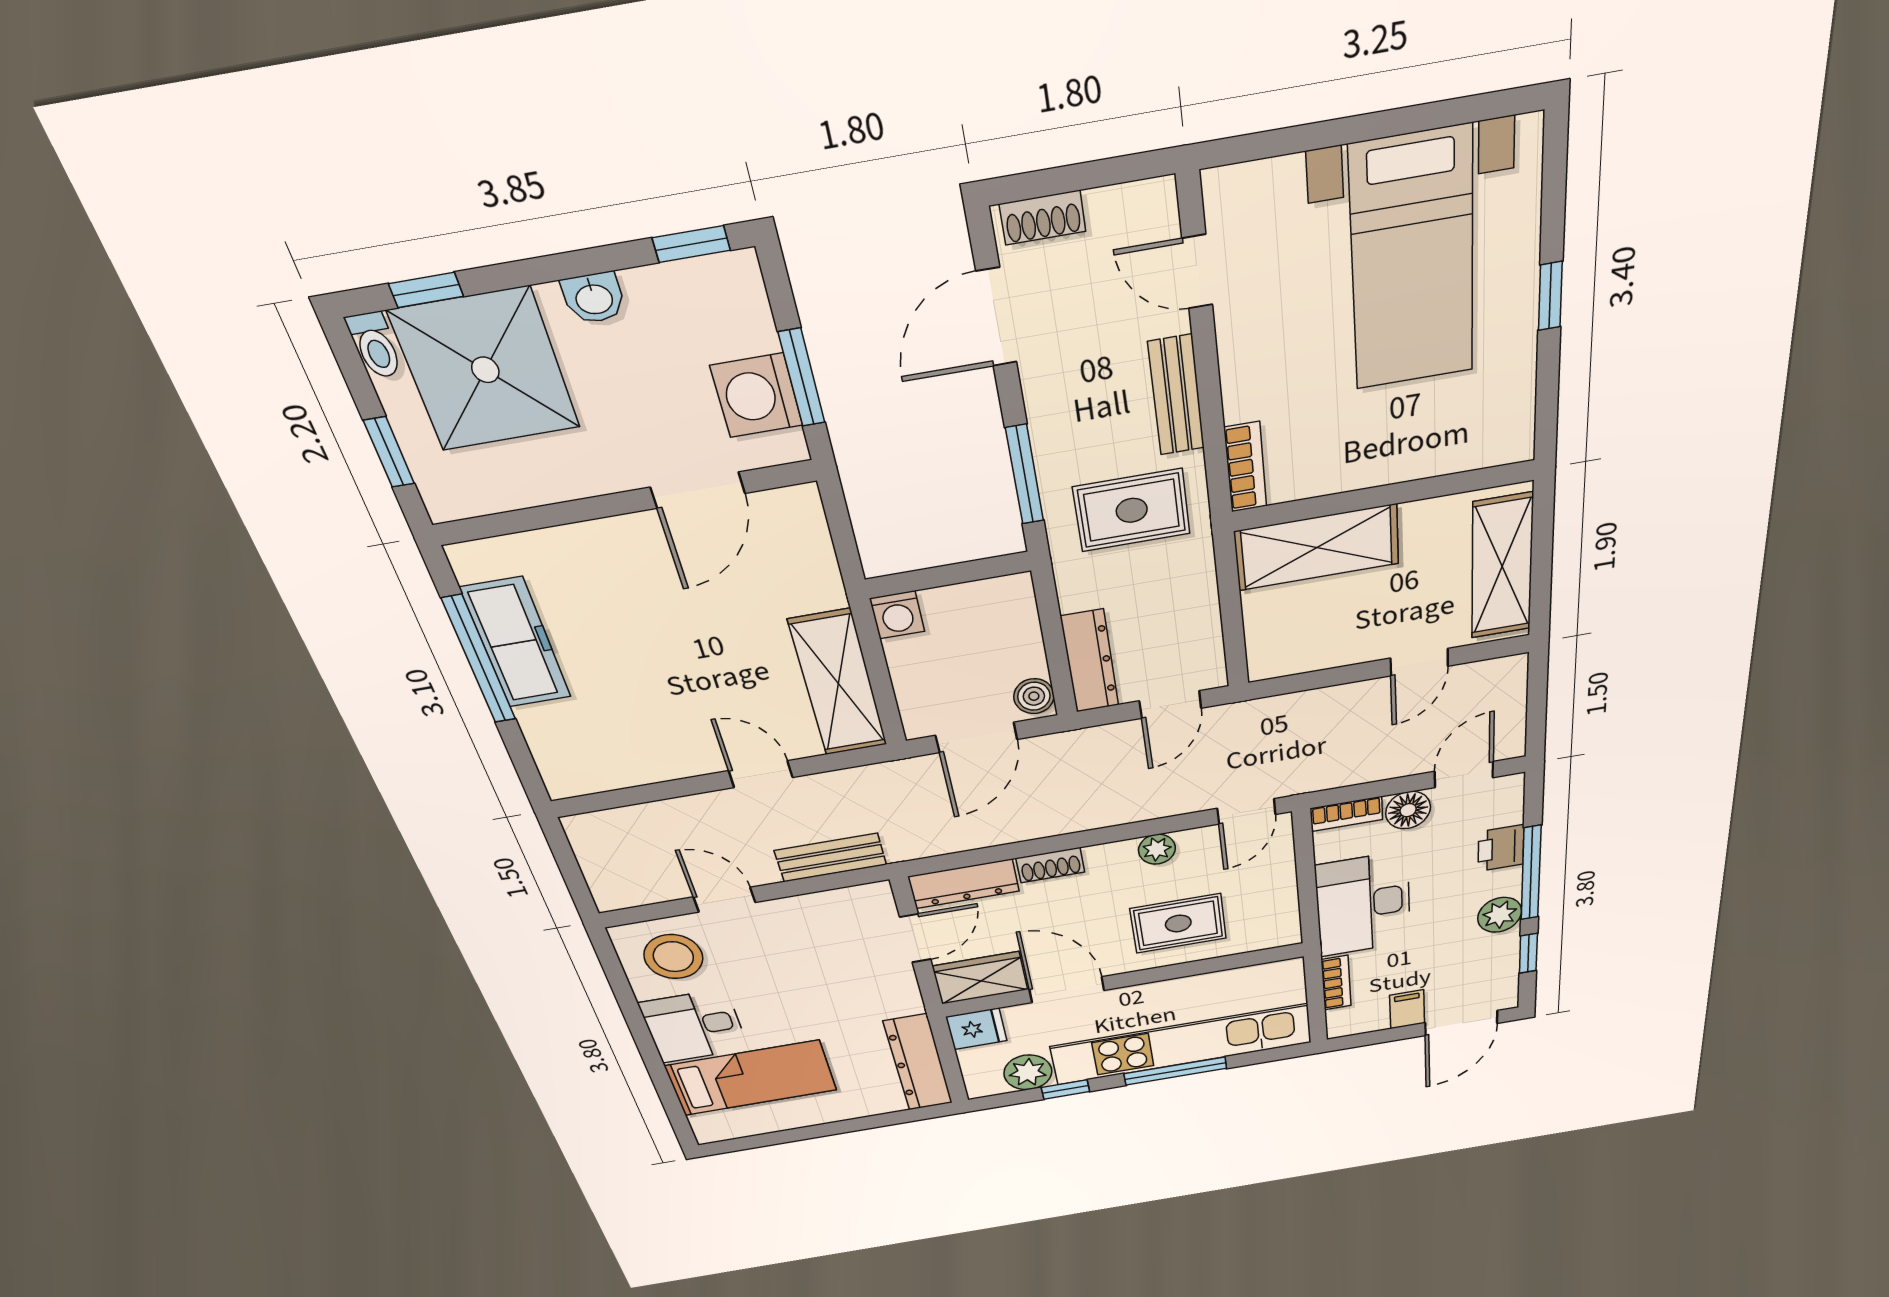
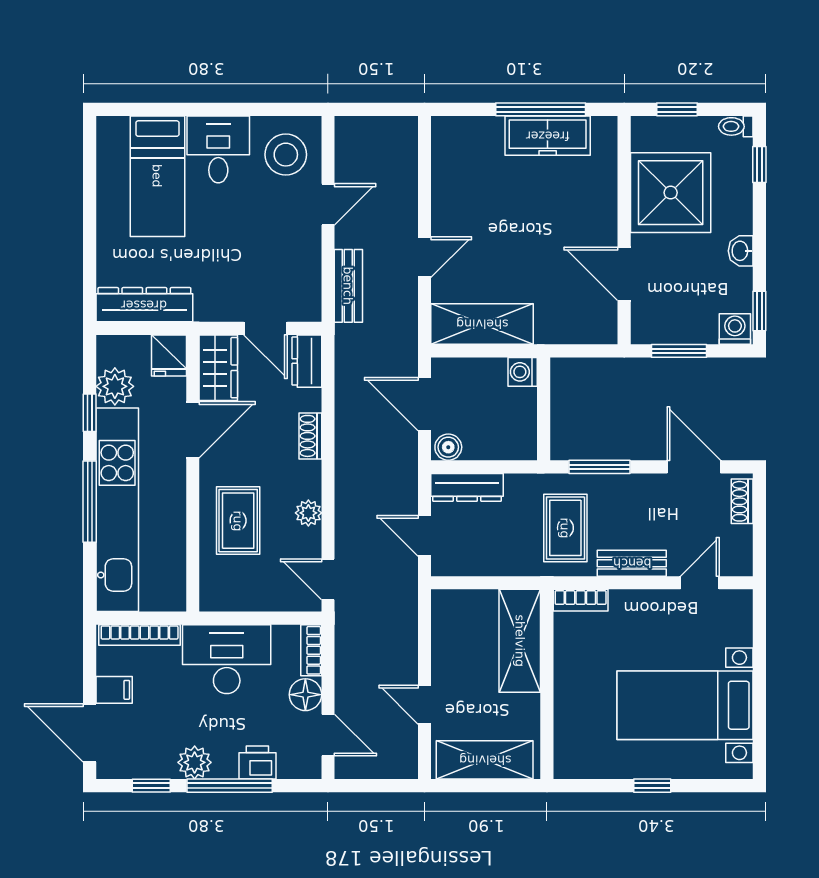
shower: (485, 370) -> (671, 193), moved
washing machine: (757, 395) -> (735, 329), moved, width x0.73, depth x0.73
dresser: (964, 884) -> (307, 361), width x0.70
bookcase: (1336, 983) -> (140, 635), width x1.56

